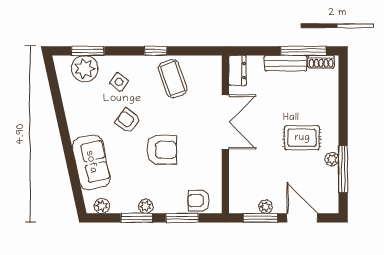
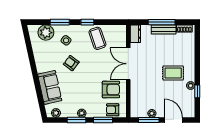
window: (88, 51) -> (60, 22), moved
window: (303, 51) -> (162, 22), moved
double door: (225, 122) -> (128, 64), swing flipped
armchair: (162, 150) -> (111, 90), moved
window: (343, 169) -> (197, 91), width x0.46

